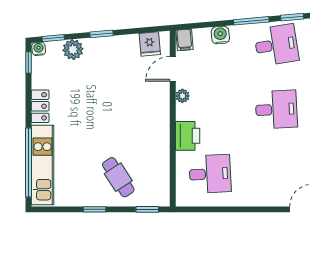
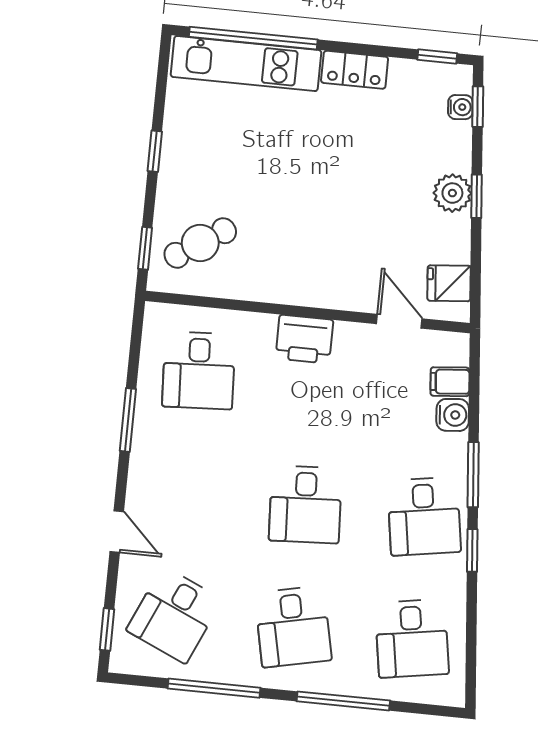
filing cabinet: (184, 40) -> (450, 382), moved
water cooler: (39, 49) -> (460, 107), moved
plant: (73, 50) -> (452, 193), moved
plant: (182, 96) -> (348, 334), removed
printer: (188, 136) -> (304, 339), moved
cafe table: (118, 177) -> (200, 243), moved
window: (240, 209) -> (128, 420), added

